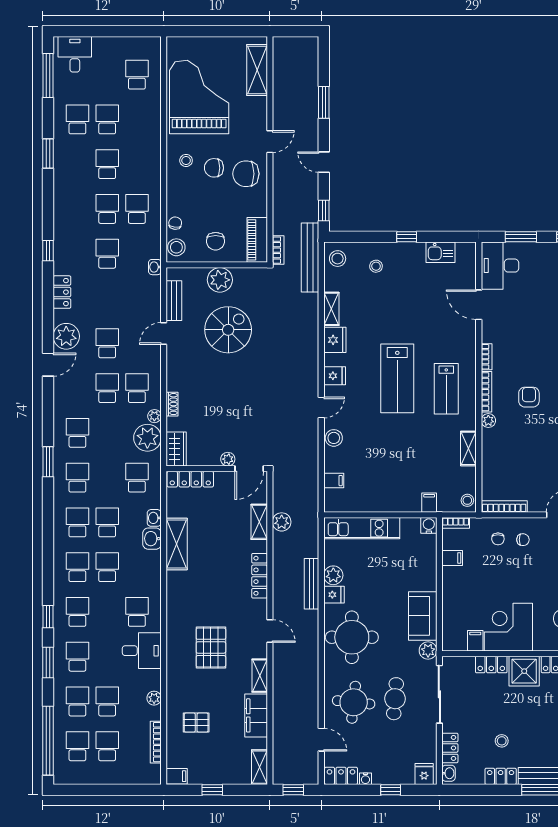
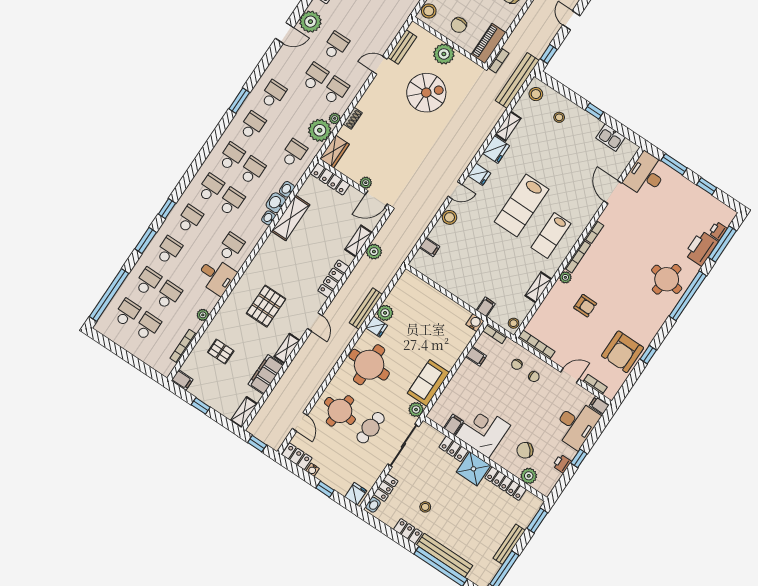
washbasin: (155, 267) -> (269, 218), moved
armchair: (529, 397) -> (585, 306), moved, turned 90
kitchen unit: (362, 528) -> (427, 293), removed

